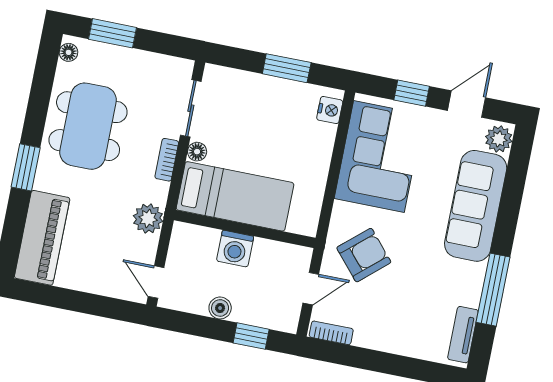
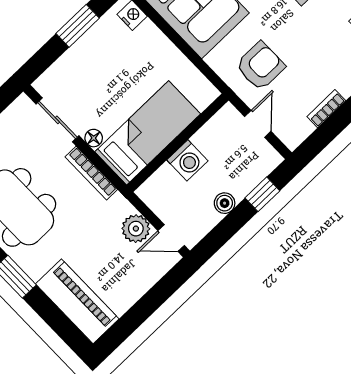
bookcase: (167, 160) -> (91, 173), width x1.56
plant: (148, 219) -> (136, 229), moved
armchair: (364, 255) -> (260, 66), turned 41
bookcase: (331, 333) -> (326, 109), moved

